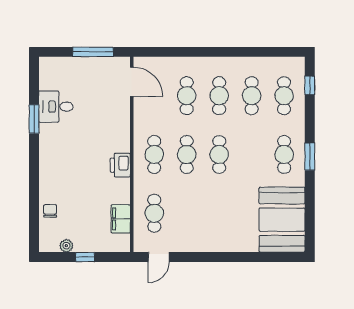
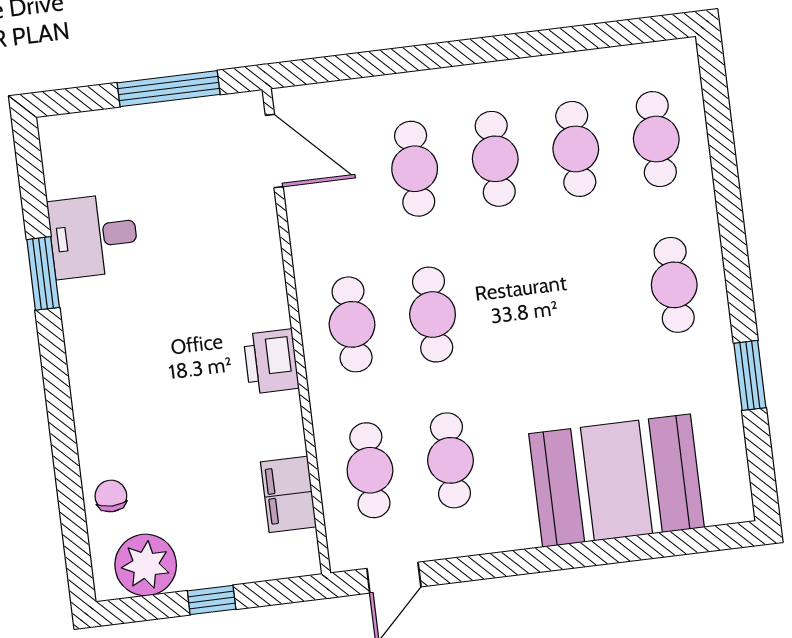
window: (310, 85) -> (717, 106), removed
cafe table: (219, 154) -> (450, 460), moved
window: (310, 157) -> (750, 375), moved
booth: (282, 220) -> (616, 481), moved, turned 90
plant: (66, 246) -> (146, 565), width x1.88, depth x1.88

